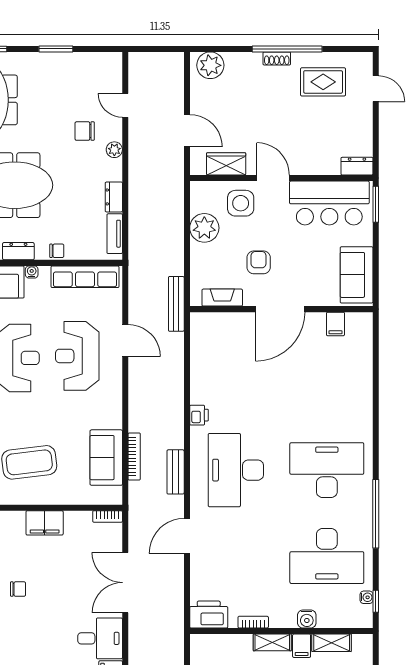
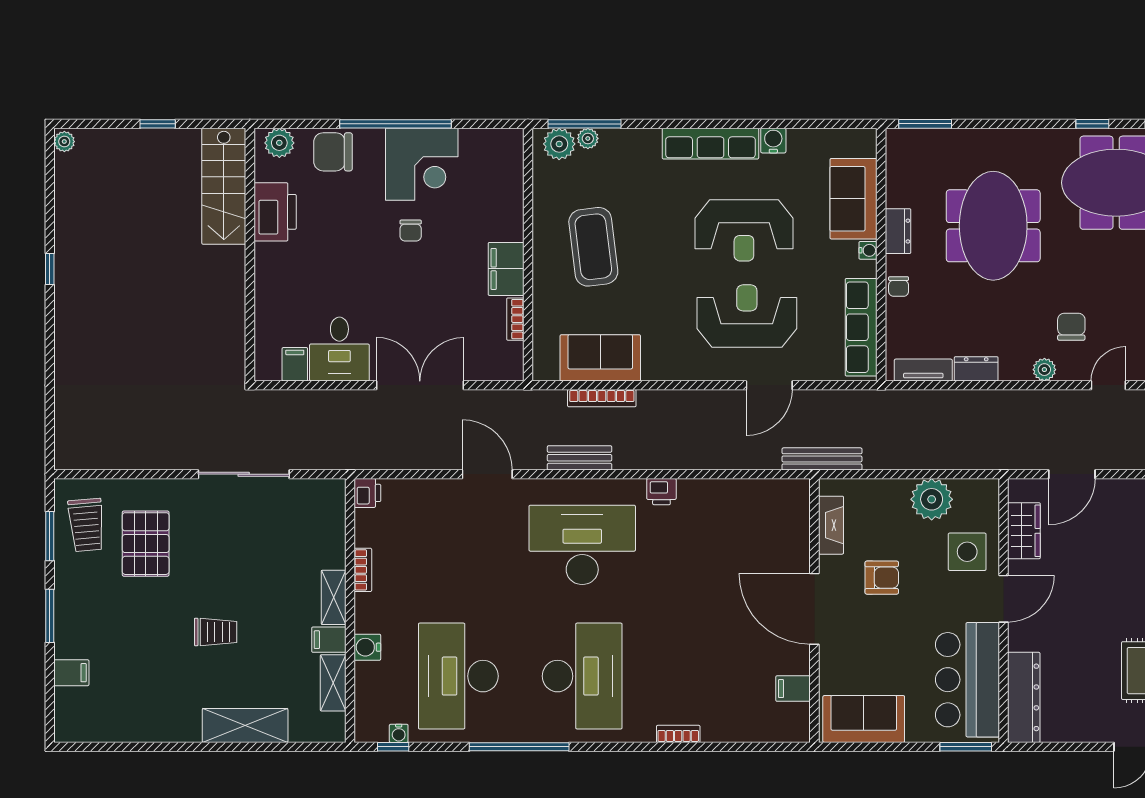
dresser: (357, 166) -> (1024, 697), width x1.96, depth x1.24
bookcase: (367, 404) -> (678, 734), added
bookcase: (108, 516) -> (515, 319), moved
printer: (209, 615) -> (367, 493), width x0.53, depth x0.68

